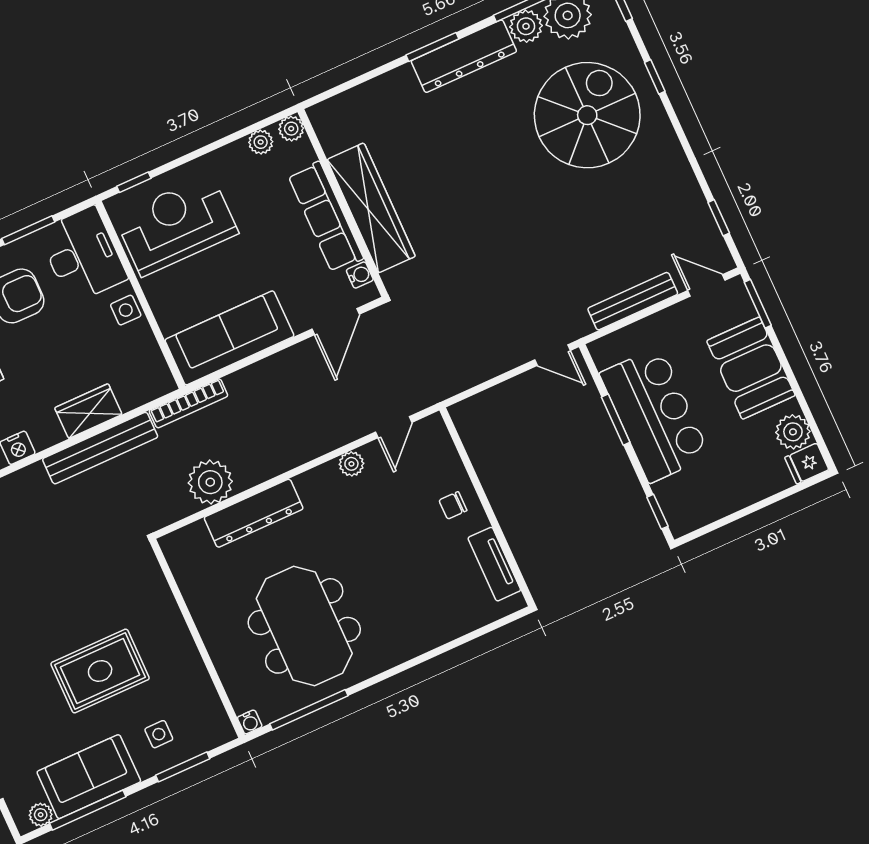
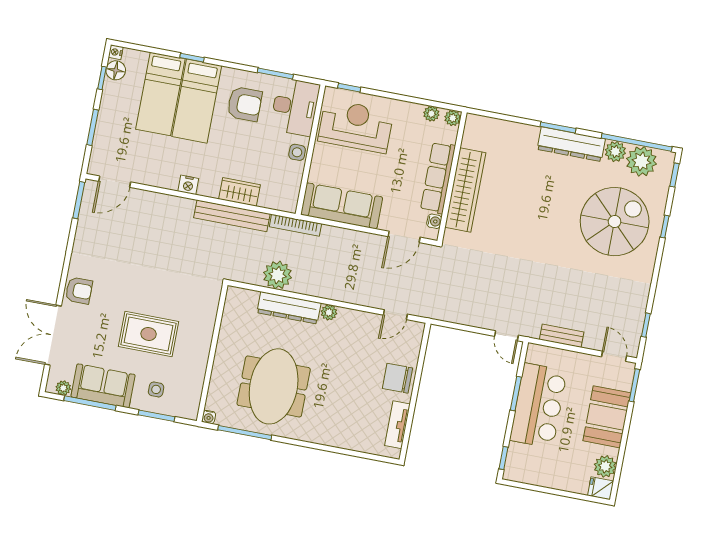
bench: (633, 301) -> (562, 336), width x0.73
plant: (351, 464) -> (329, 312), moved
chair: (453, 505) -> (397, 378), width x1.87, depth x1.87

